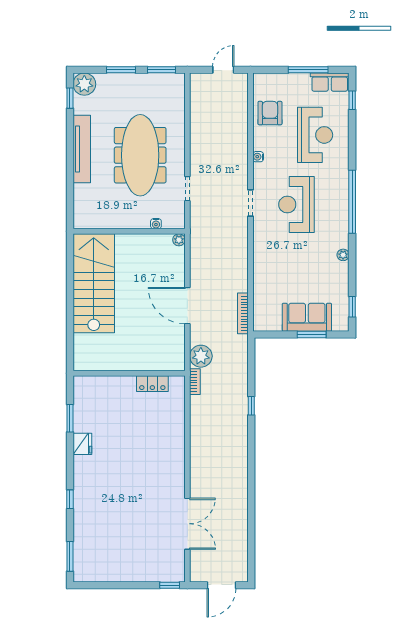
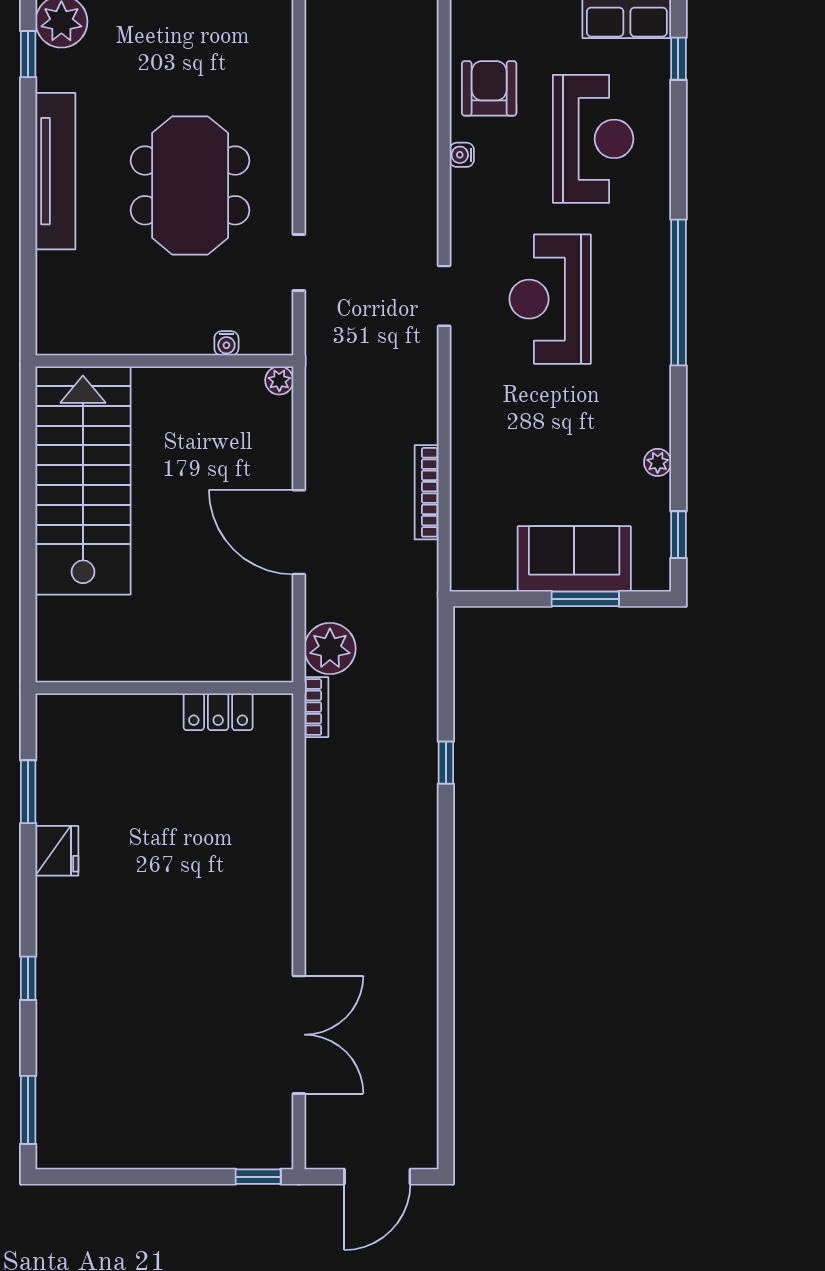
meeting table: (140, 155) -> (190, 185), width x0.73
water cooler: (258, 157) -> (462, 155), moved
plant: (343, 255) -> (658, 462), moved
bookcase: (243, 313) -> (427, 492), moved

